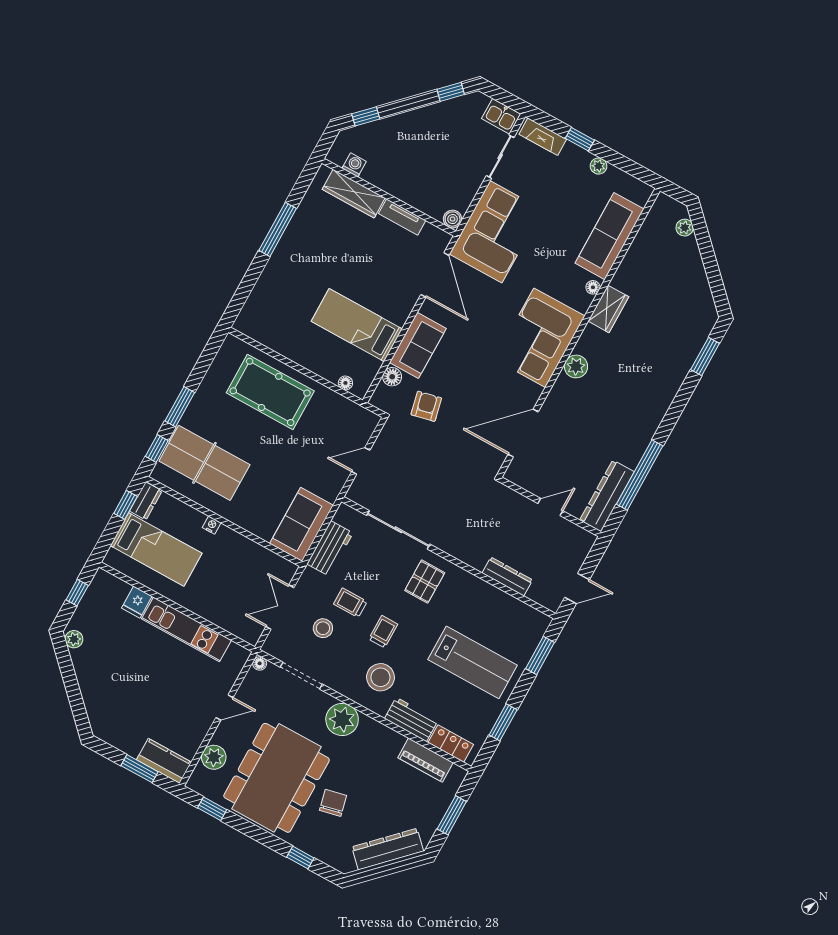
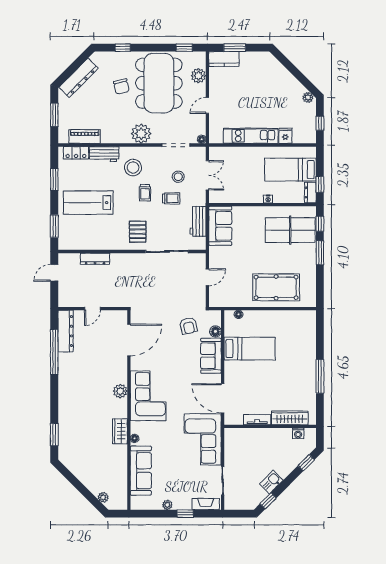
kitchen sink: (501, 116) -> (271, 482), moved, turned -45
boiler: (453, 219) -> (230, 433), removed

